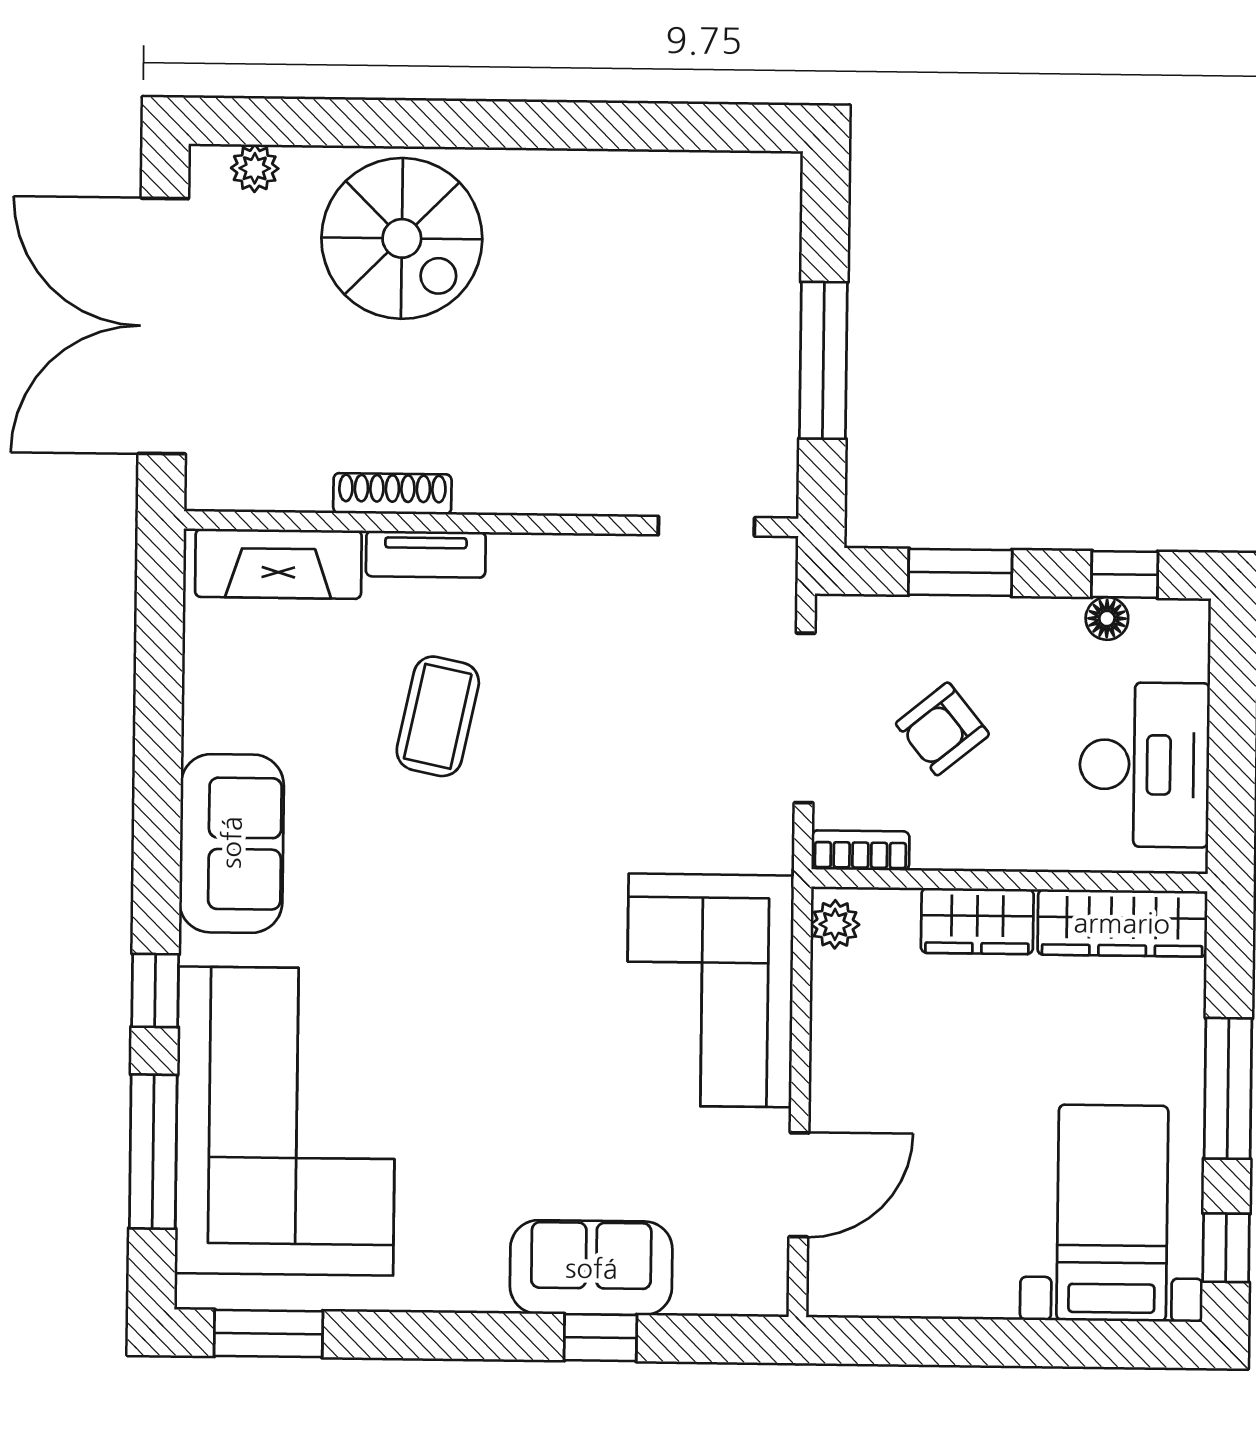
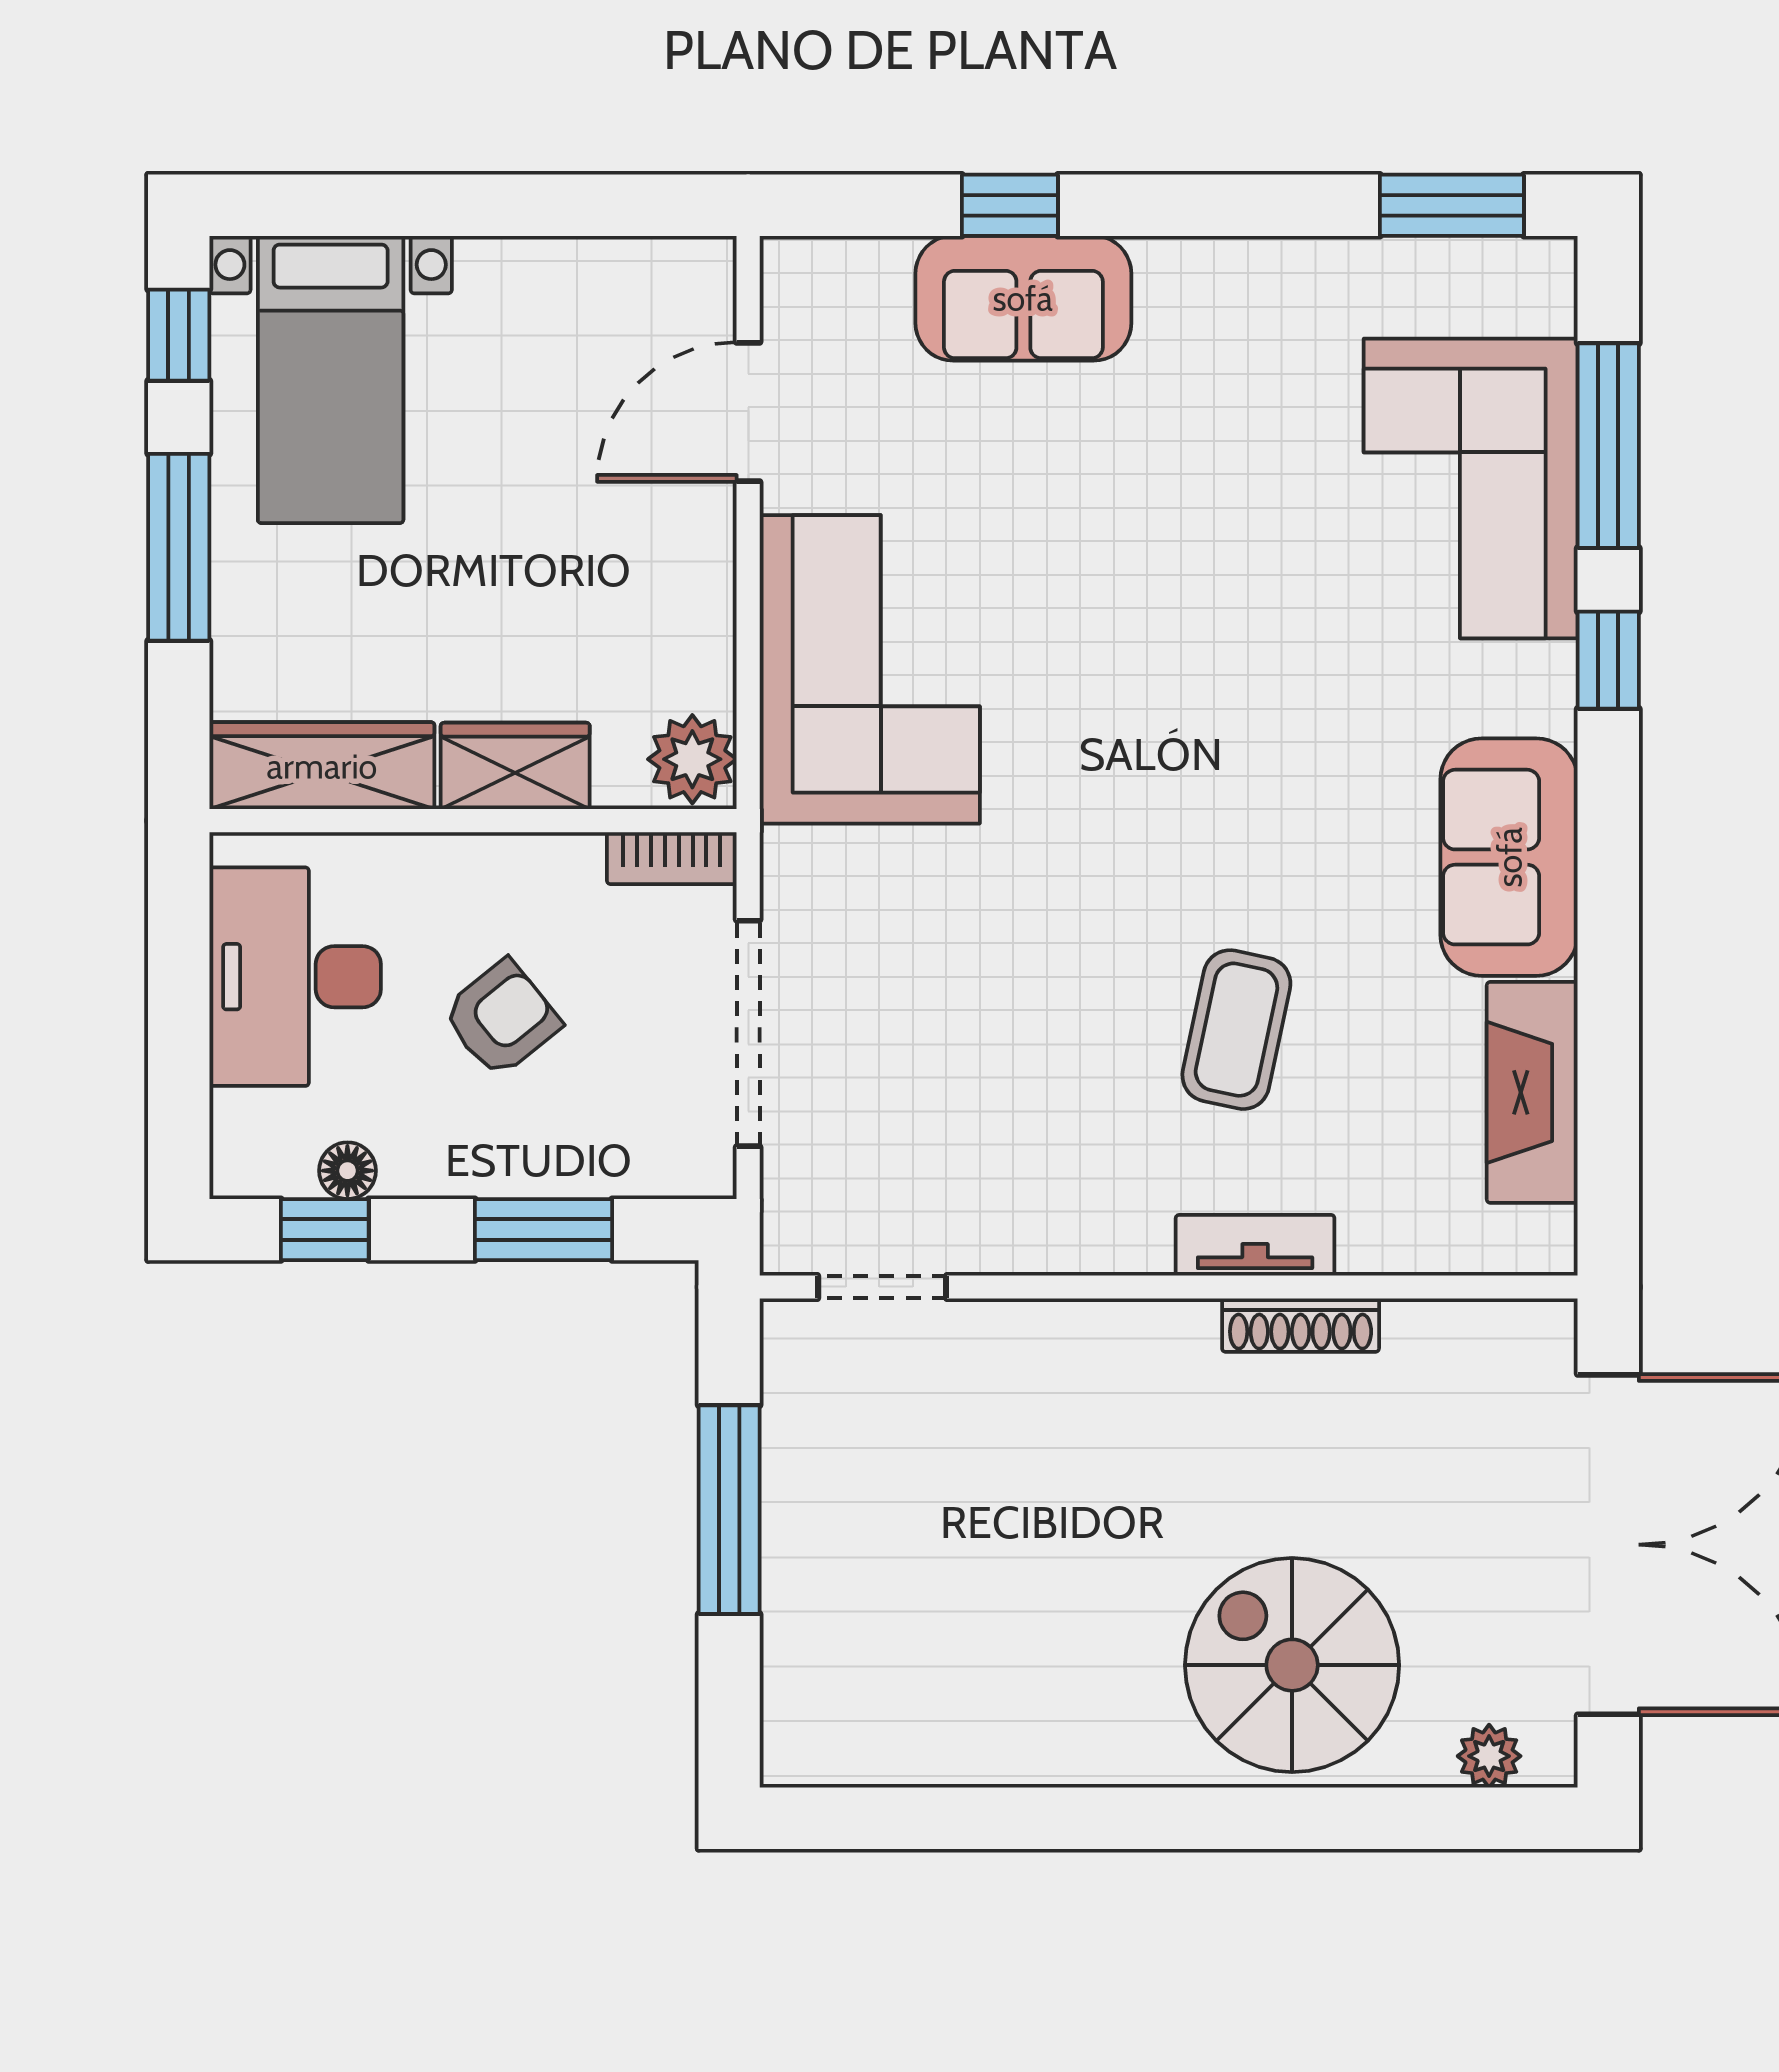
fireplace: (278, 564) -> (1532, 1092), moved, turned -90
armchair: (942, 729) -> (502, 1018), moved
plant: (835, 924) -> (692, 759), width x1.38, depth x1.38
corner sofa: (286, 1121) -> (1471, 488), width x0.73, depth x0.74

